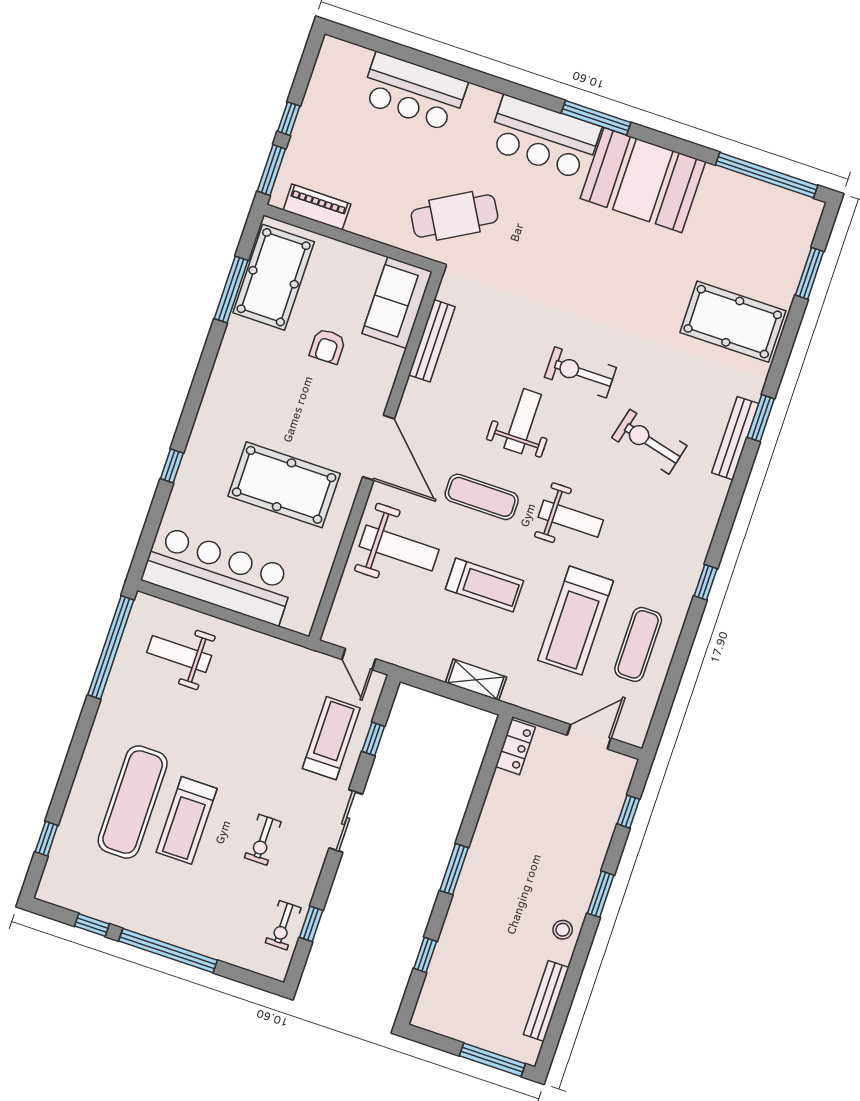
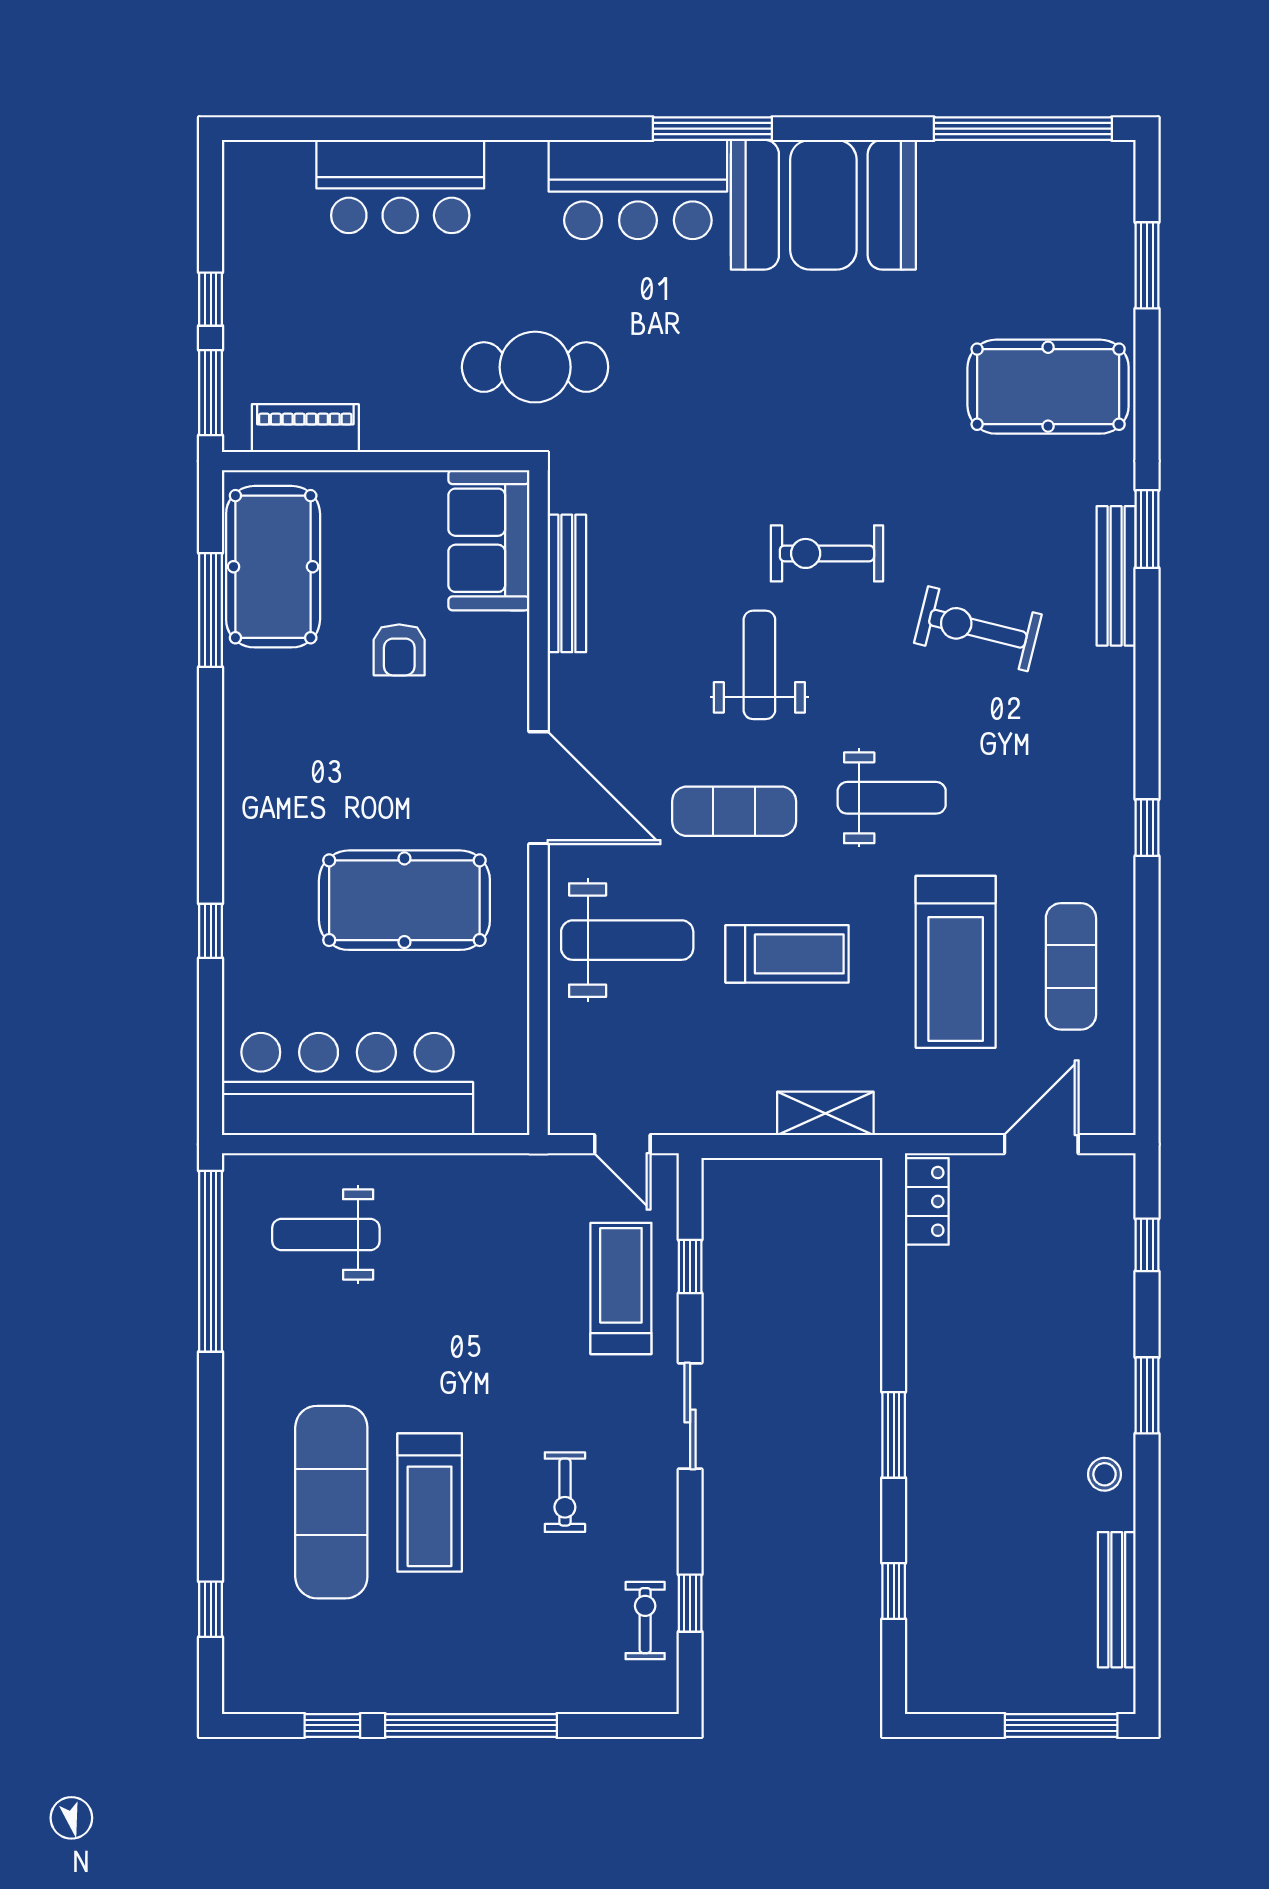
cafe table: (454, 216) -> (535, 367), turned 30
exercise bike: (283, 925) -> (645, 1621), turned 180

